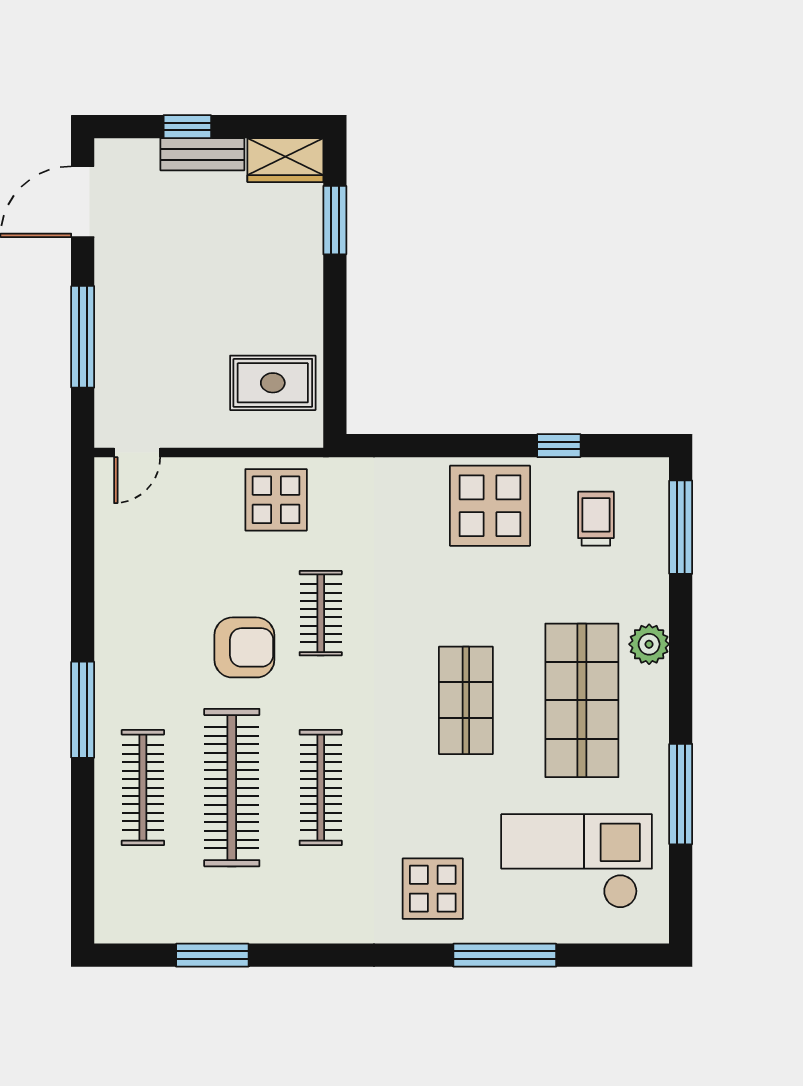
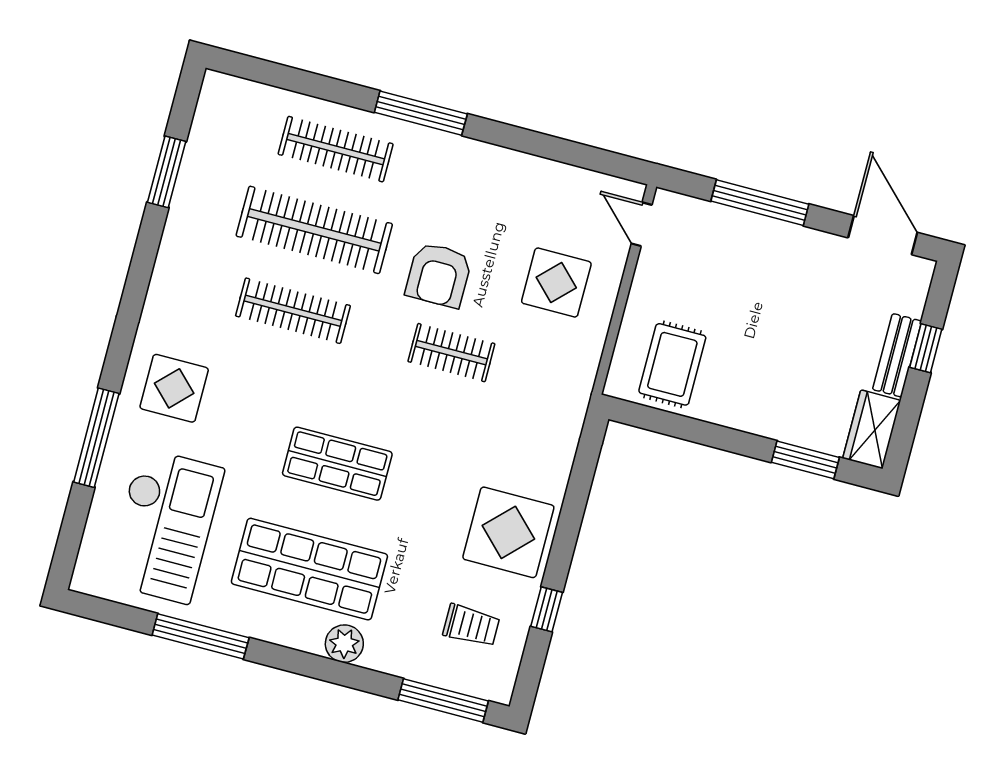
display table: (276, 500) -> (556, 283), moved

